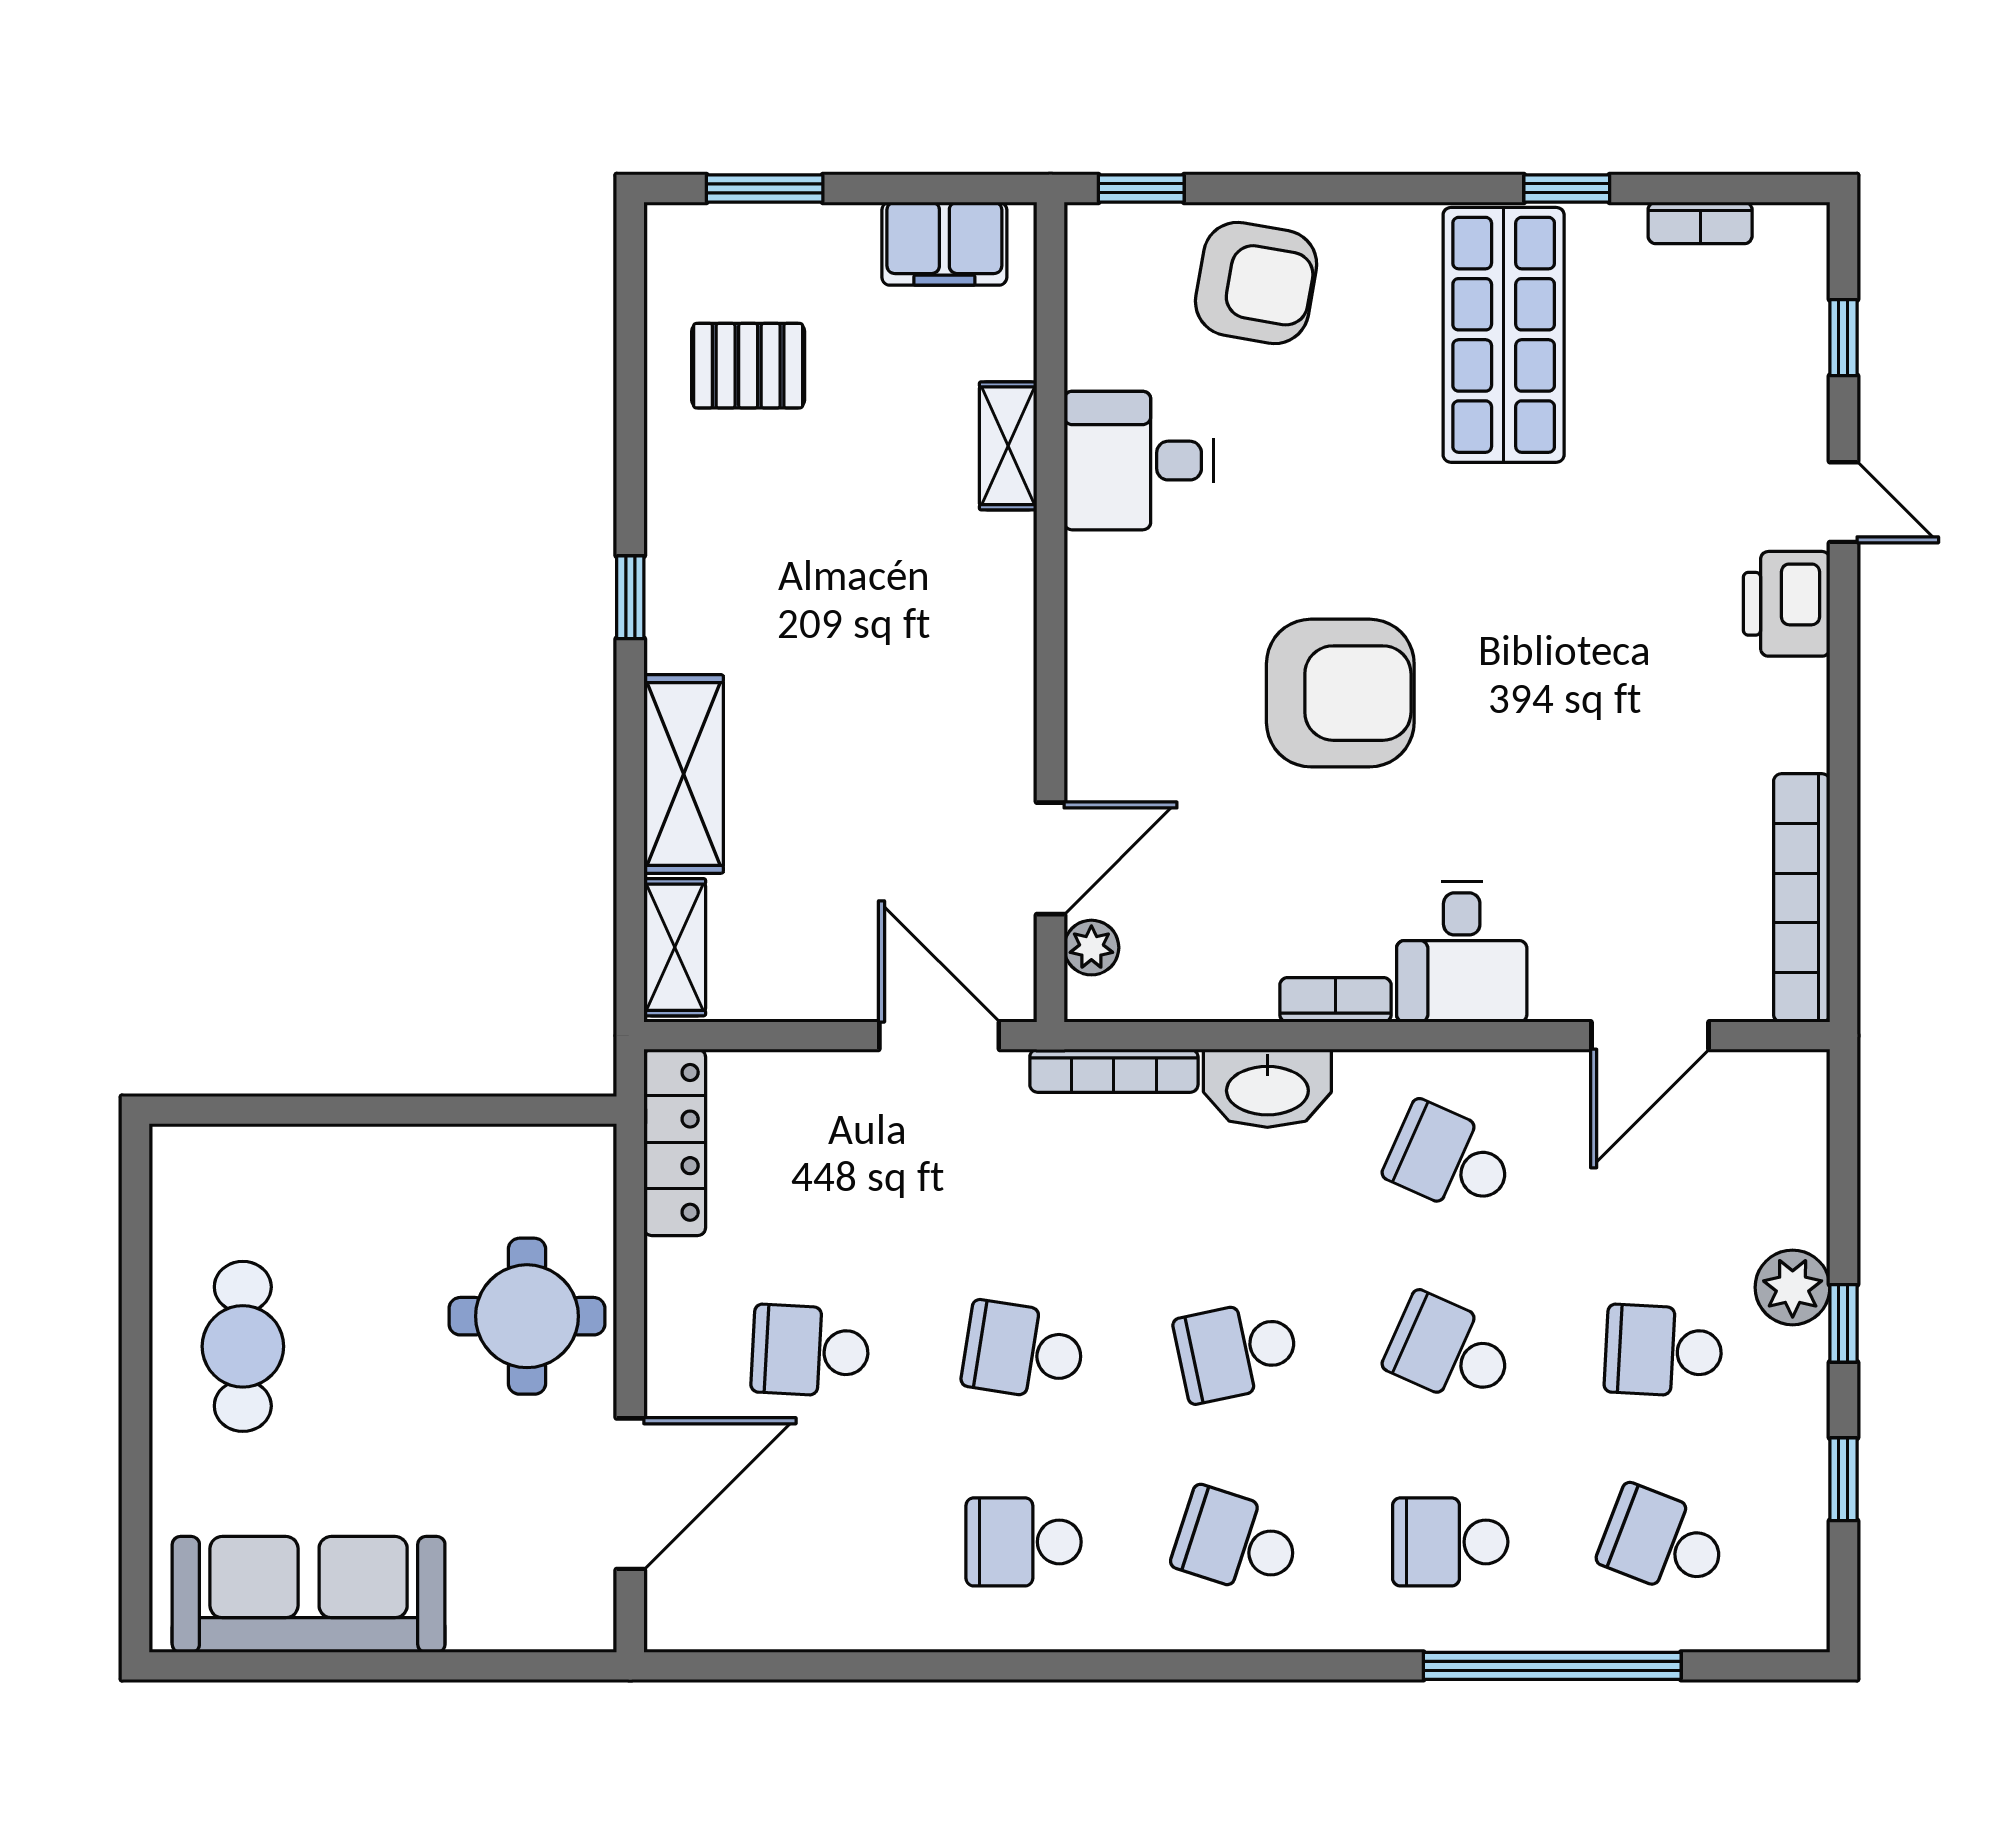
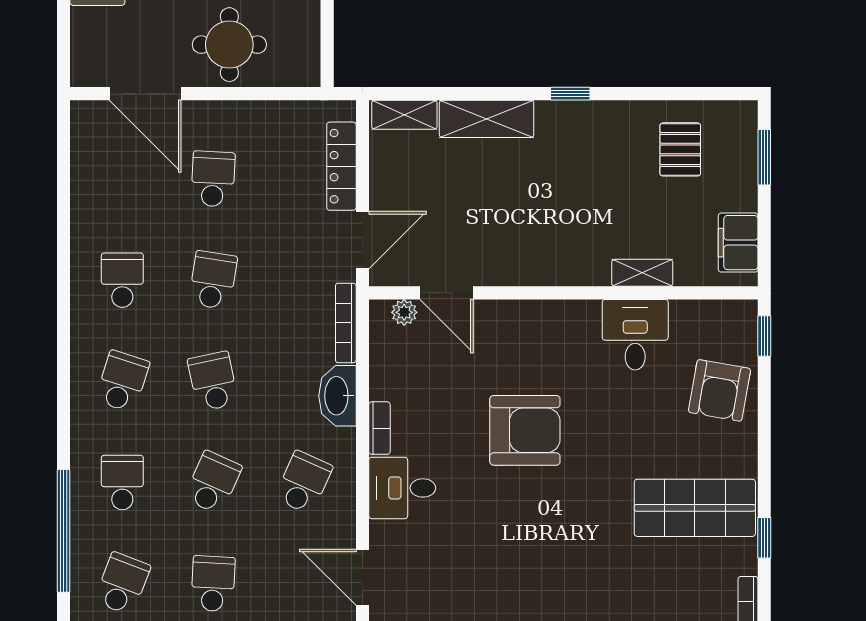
armchair: (1340, 693) -> (525, 430), turned -90
locker: (675, 1142) -> (341, 166), moved, turned 90

